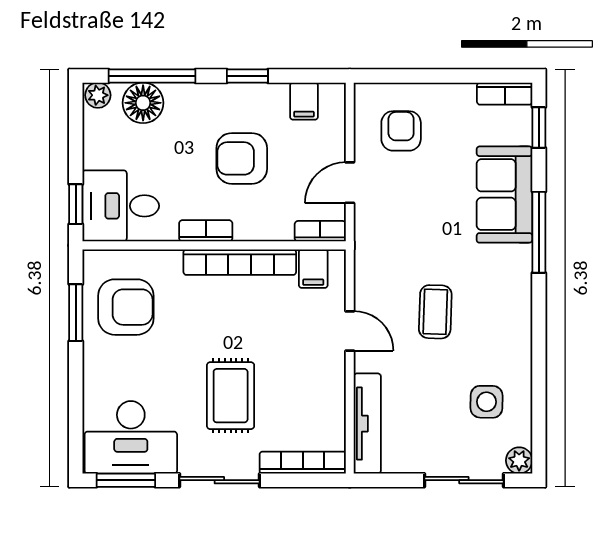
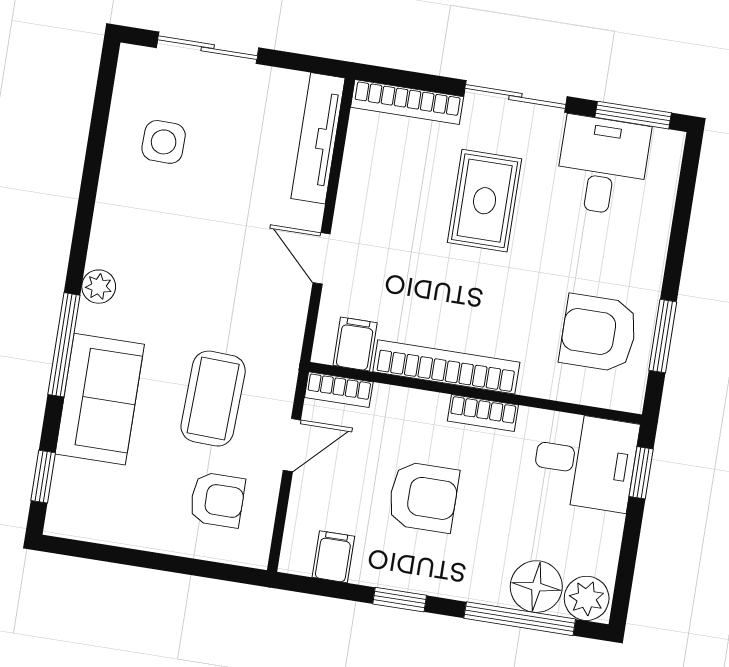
bookcase: (505, 94) -> (79, 526), removed
plant: (98, 95) -> (587, 598), width x1.38, depth x1.38
armchair: (401, 131) -> (217, 500), turned -90
coffee table: (435, 312) -> (213, 399), moved, width x1.36, depth x1.30
desk: (131, 437) -> (603, 166), width x0.73
plant: (519, 460) -> (99, 287), moved

